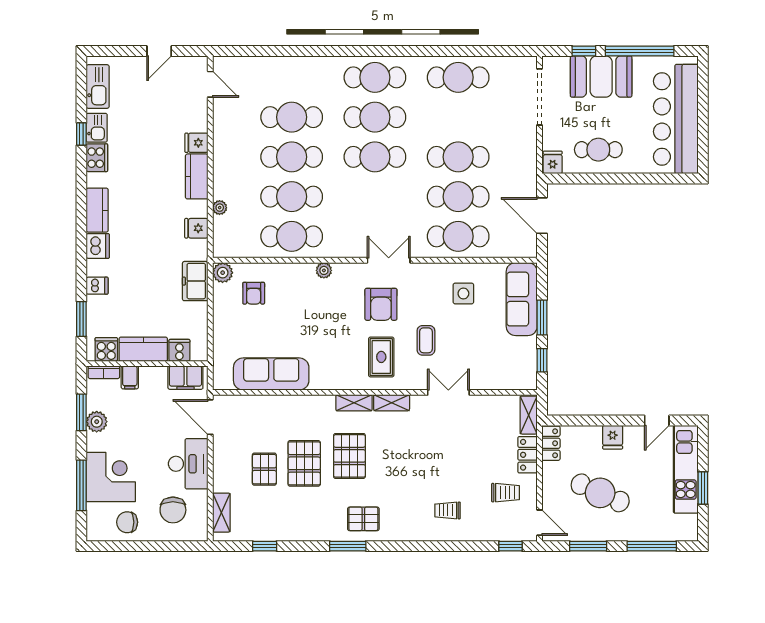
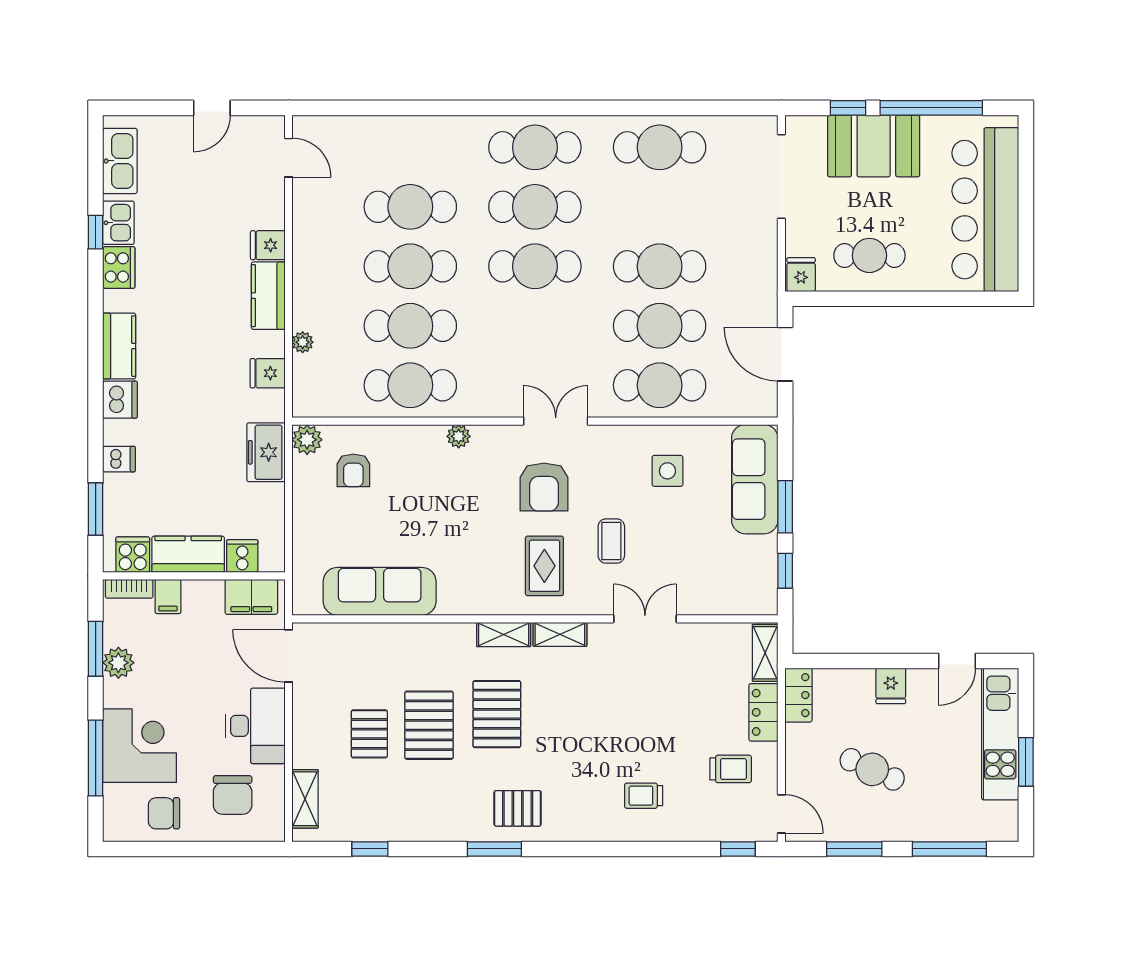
cafe table: (600, 493) -> (872, 769), width x0.73, depth x0.74

